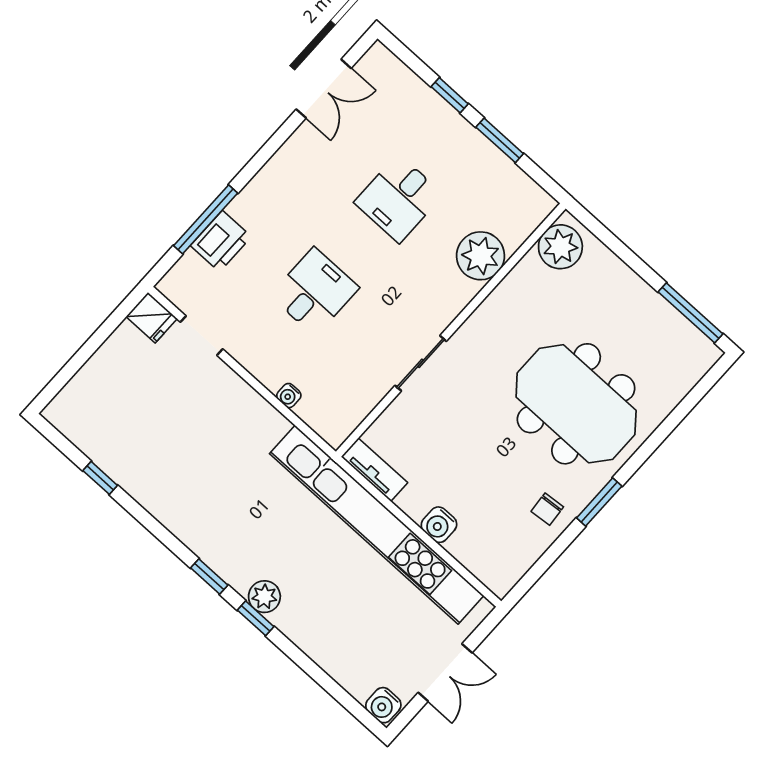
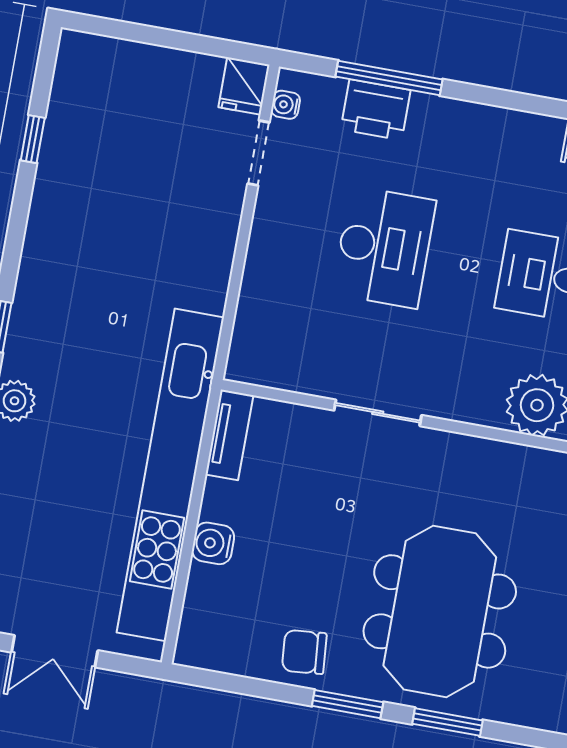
desk: (314, 292) -> (384, 247), width x1.37
water cooler: (289, 396) -> (286, 105), moved
window: (652, 444) -> (447, 722), added
chair: (547, 509) -> (304, 652), width x1.37, depth x1.37

